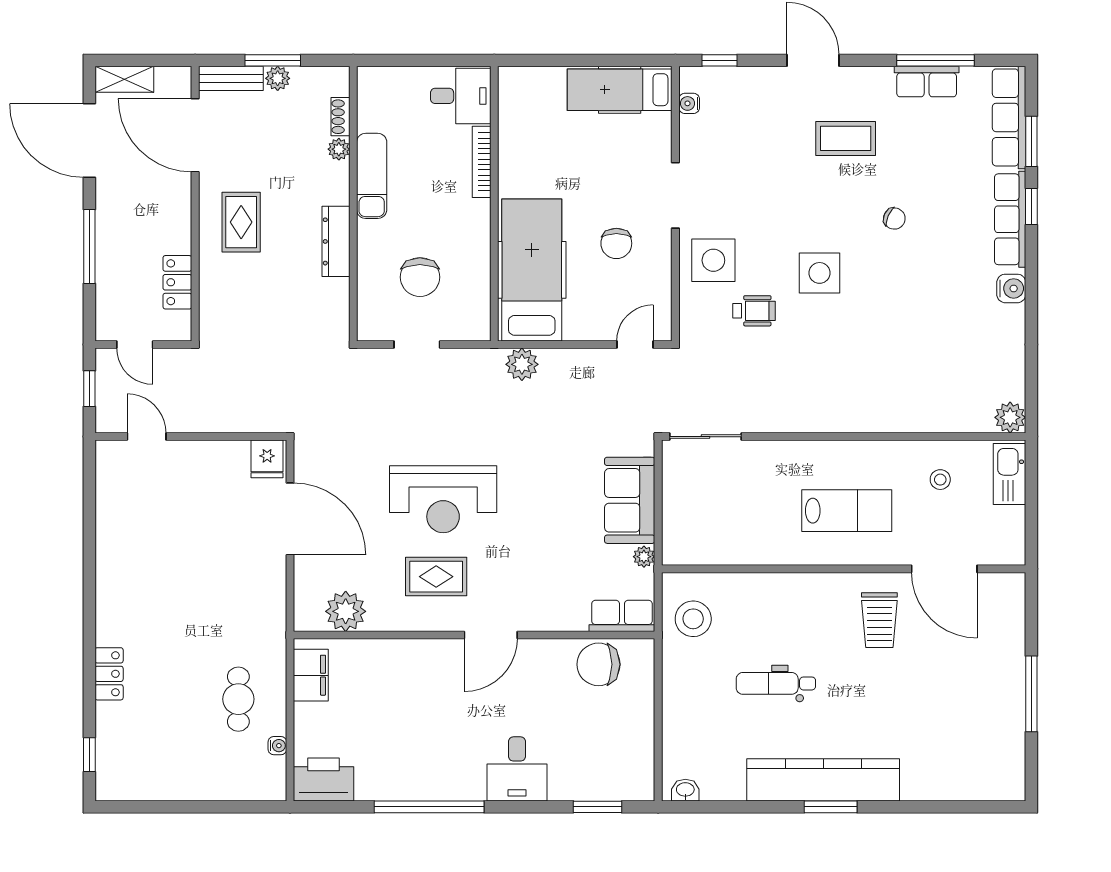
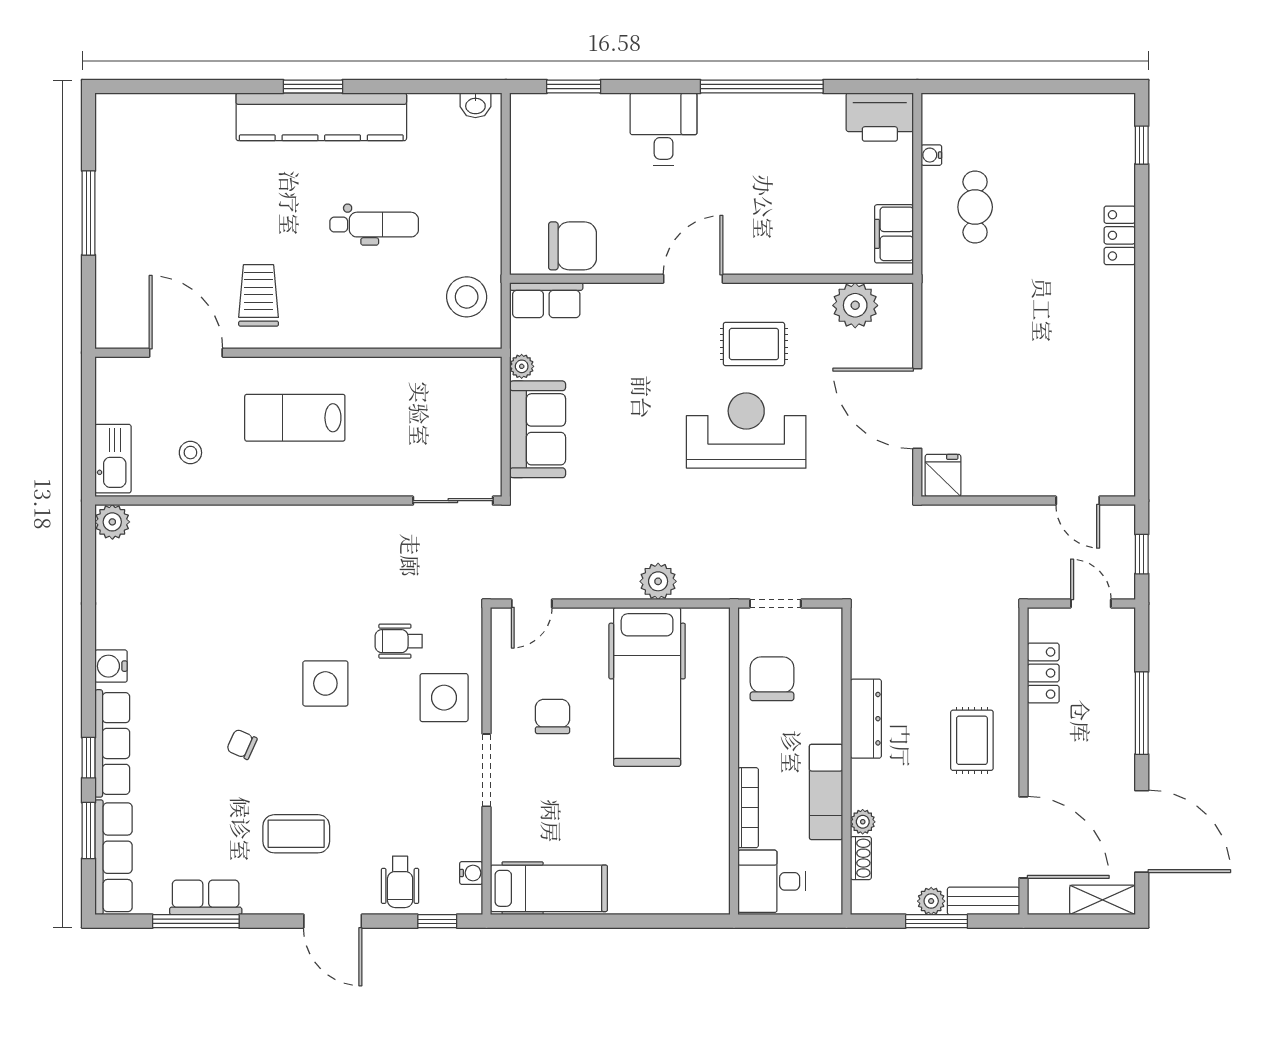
wheelchair: (753, 95) -> (400, 882), added
desk: (461, 96) -> (771, 881), moved
bookcase: (482, 162) -> (748, 808), moved
wall: (494, 204) -> (734, 761), moved

